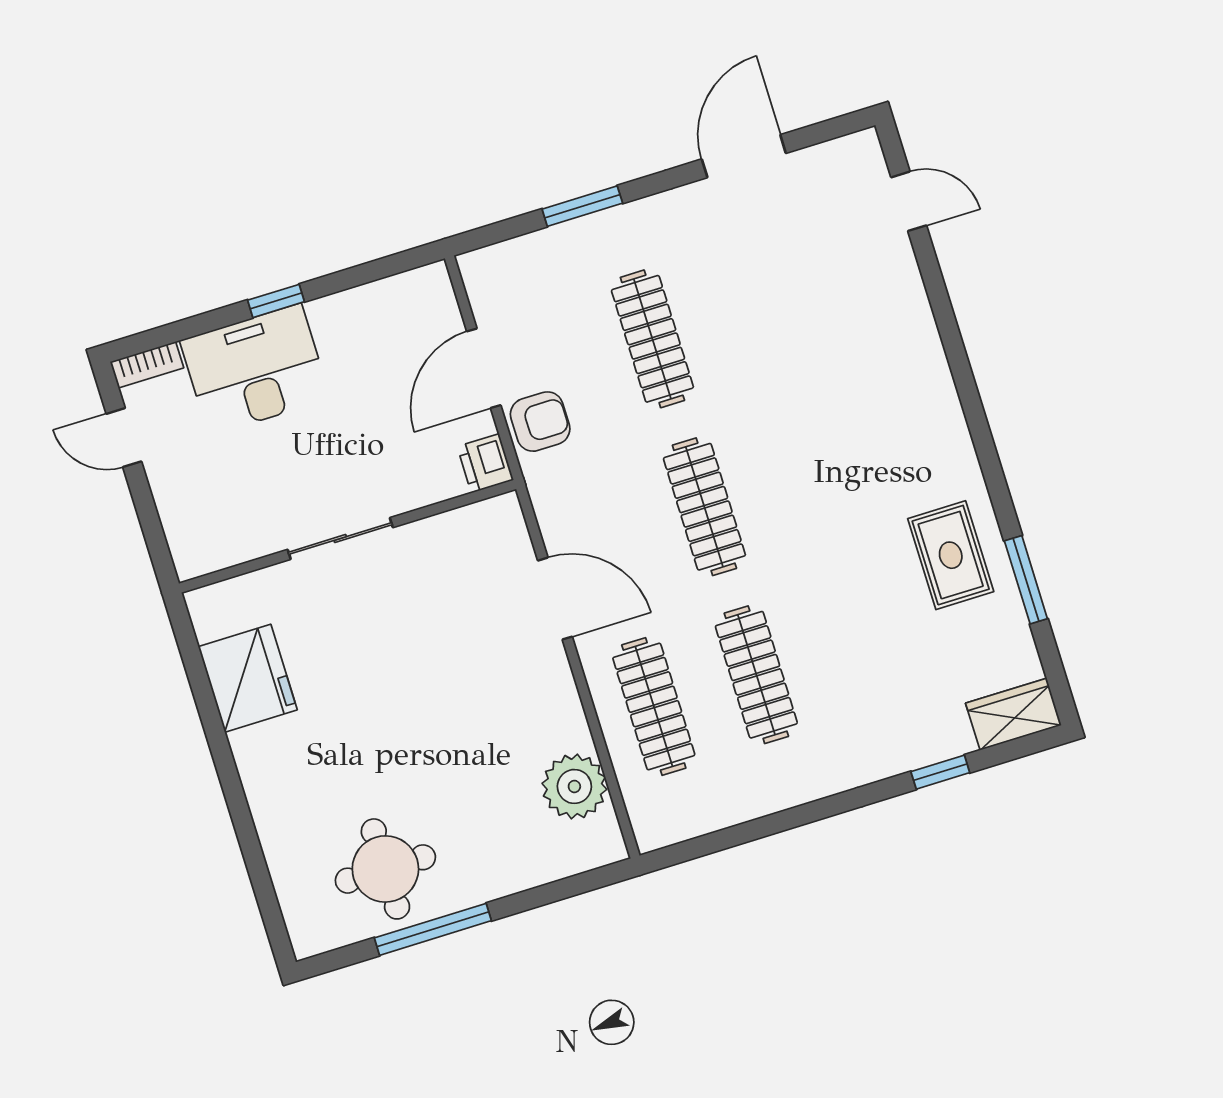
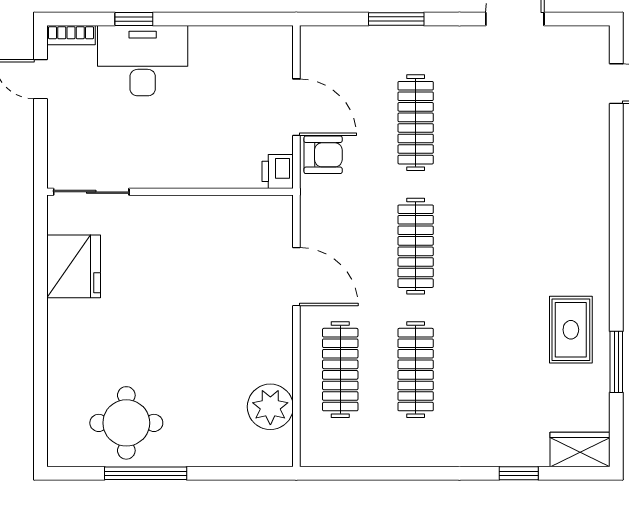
window: (276, 301) -> (134, 19), moved
door: (484, 368) -> (296, 107), swing flipped
sliding door: (340, 538) -> (91, 192), moved

